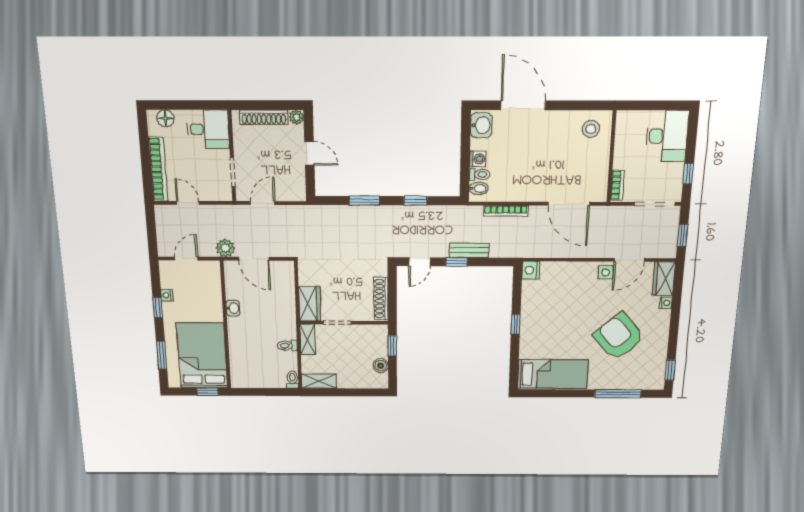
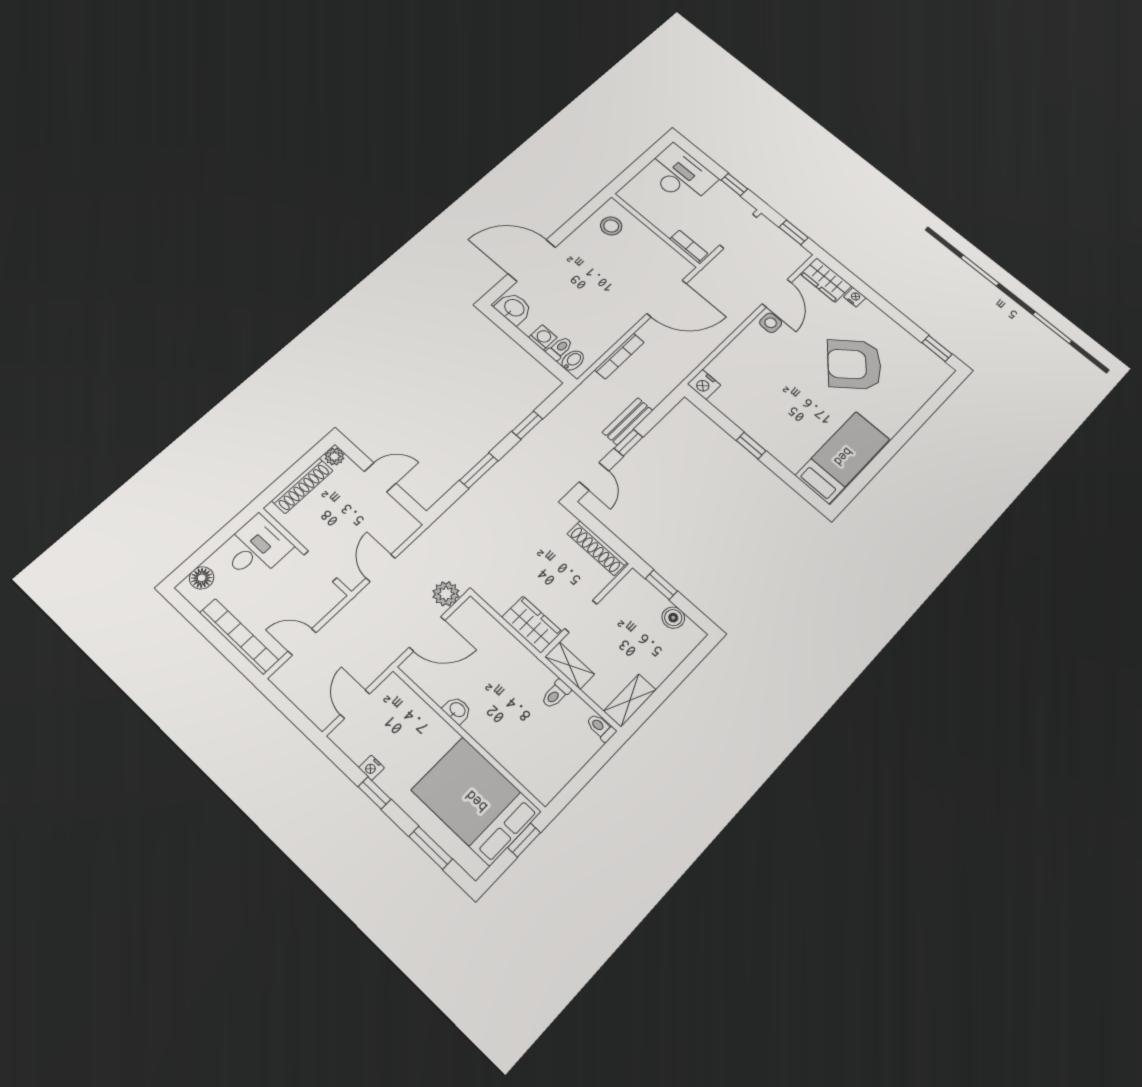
plant: (225, 248) -> (446, 594), moved
window: (618, 394) -> (923, 415), removed

